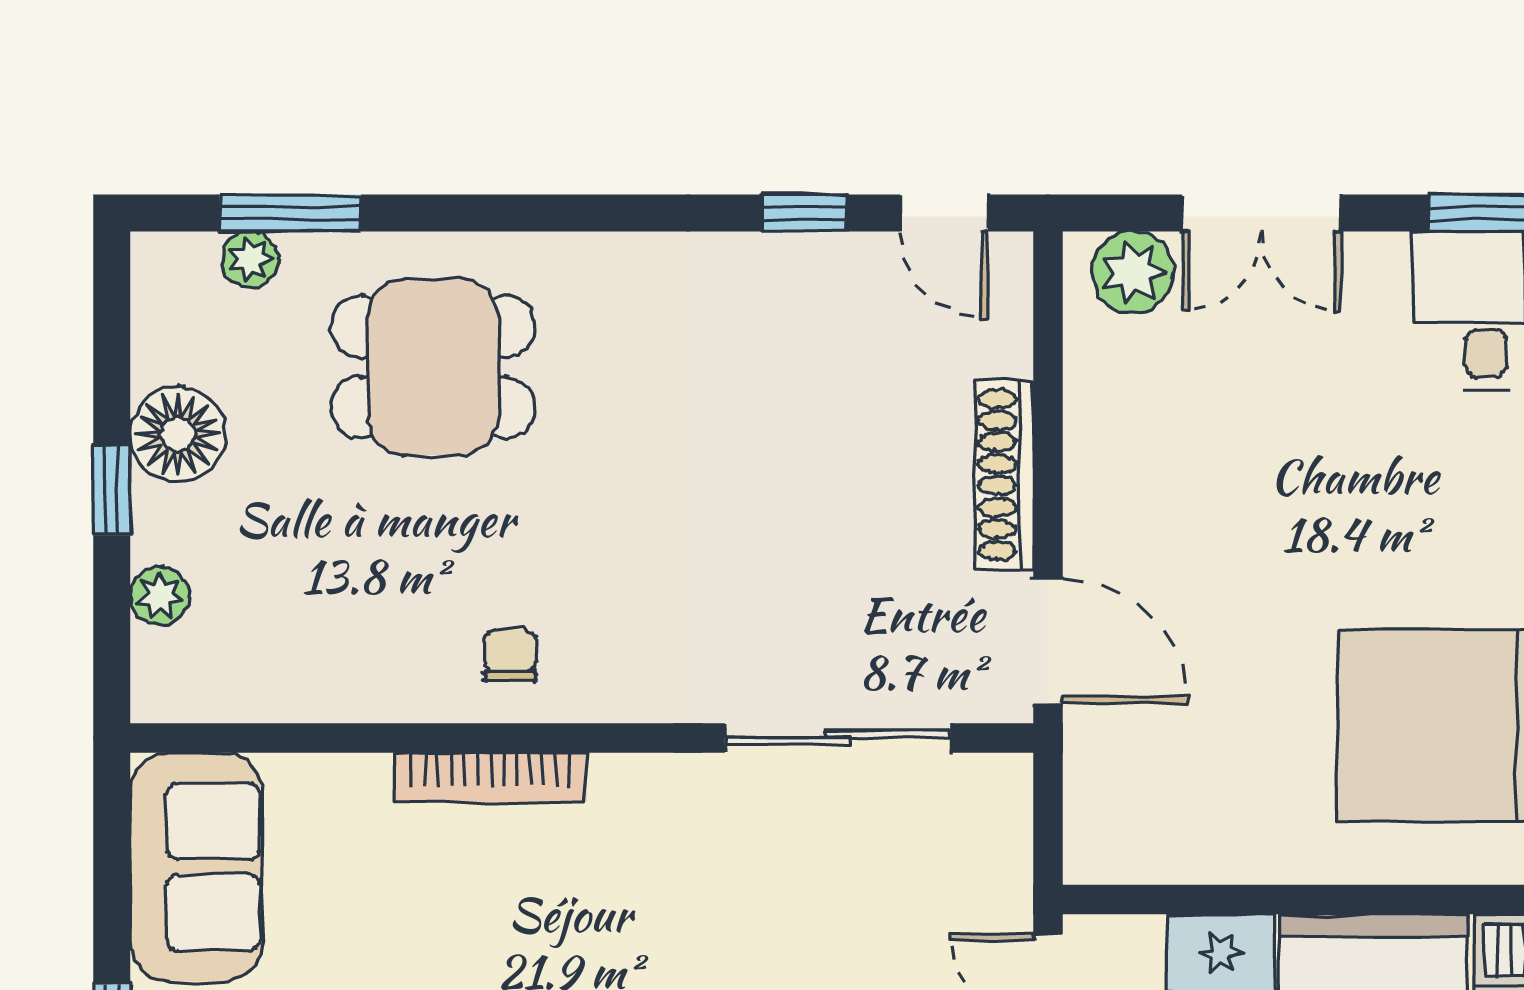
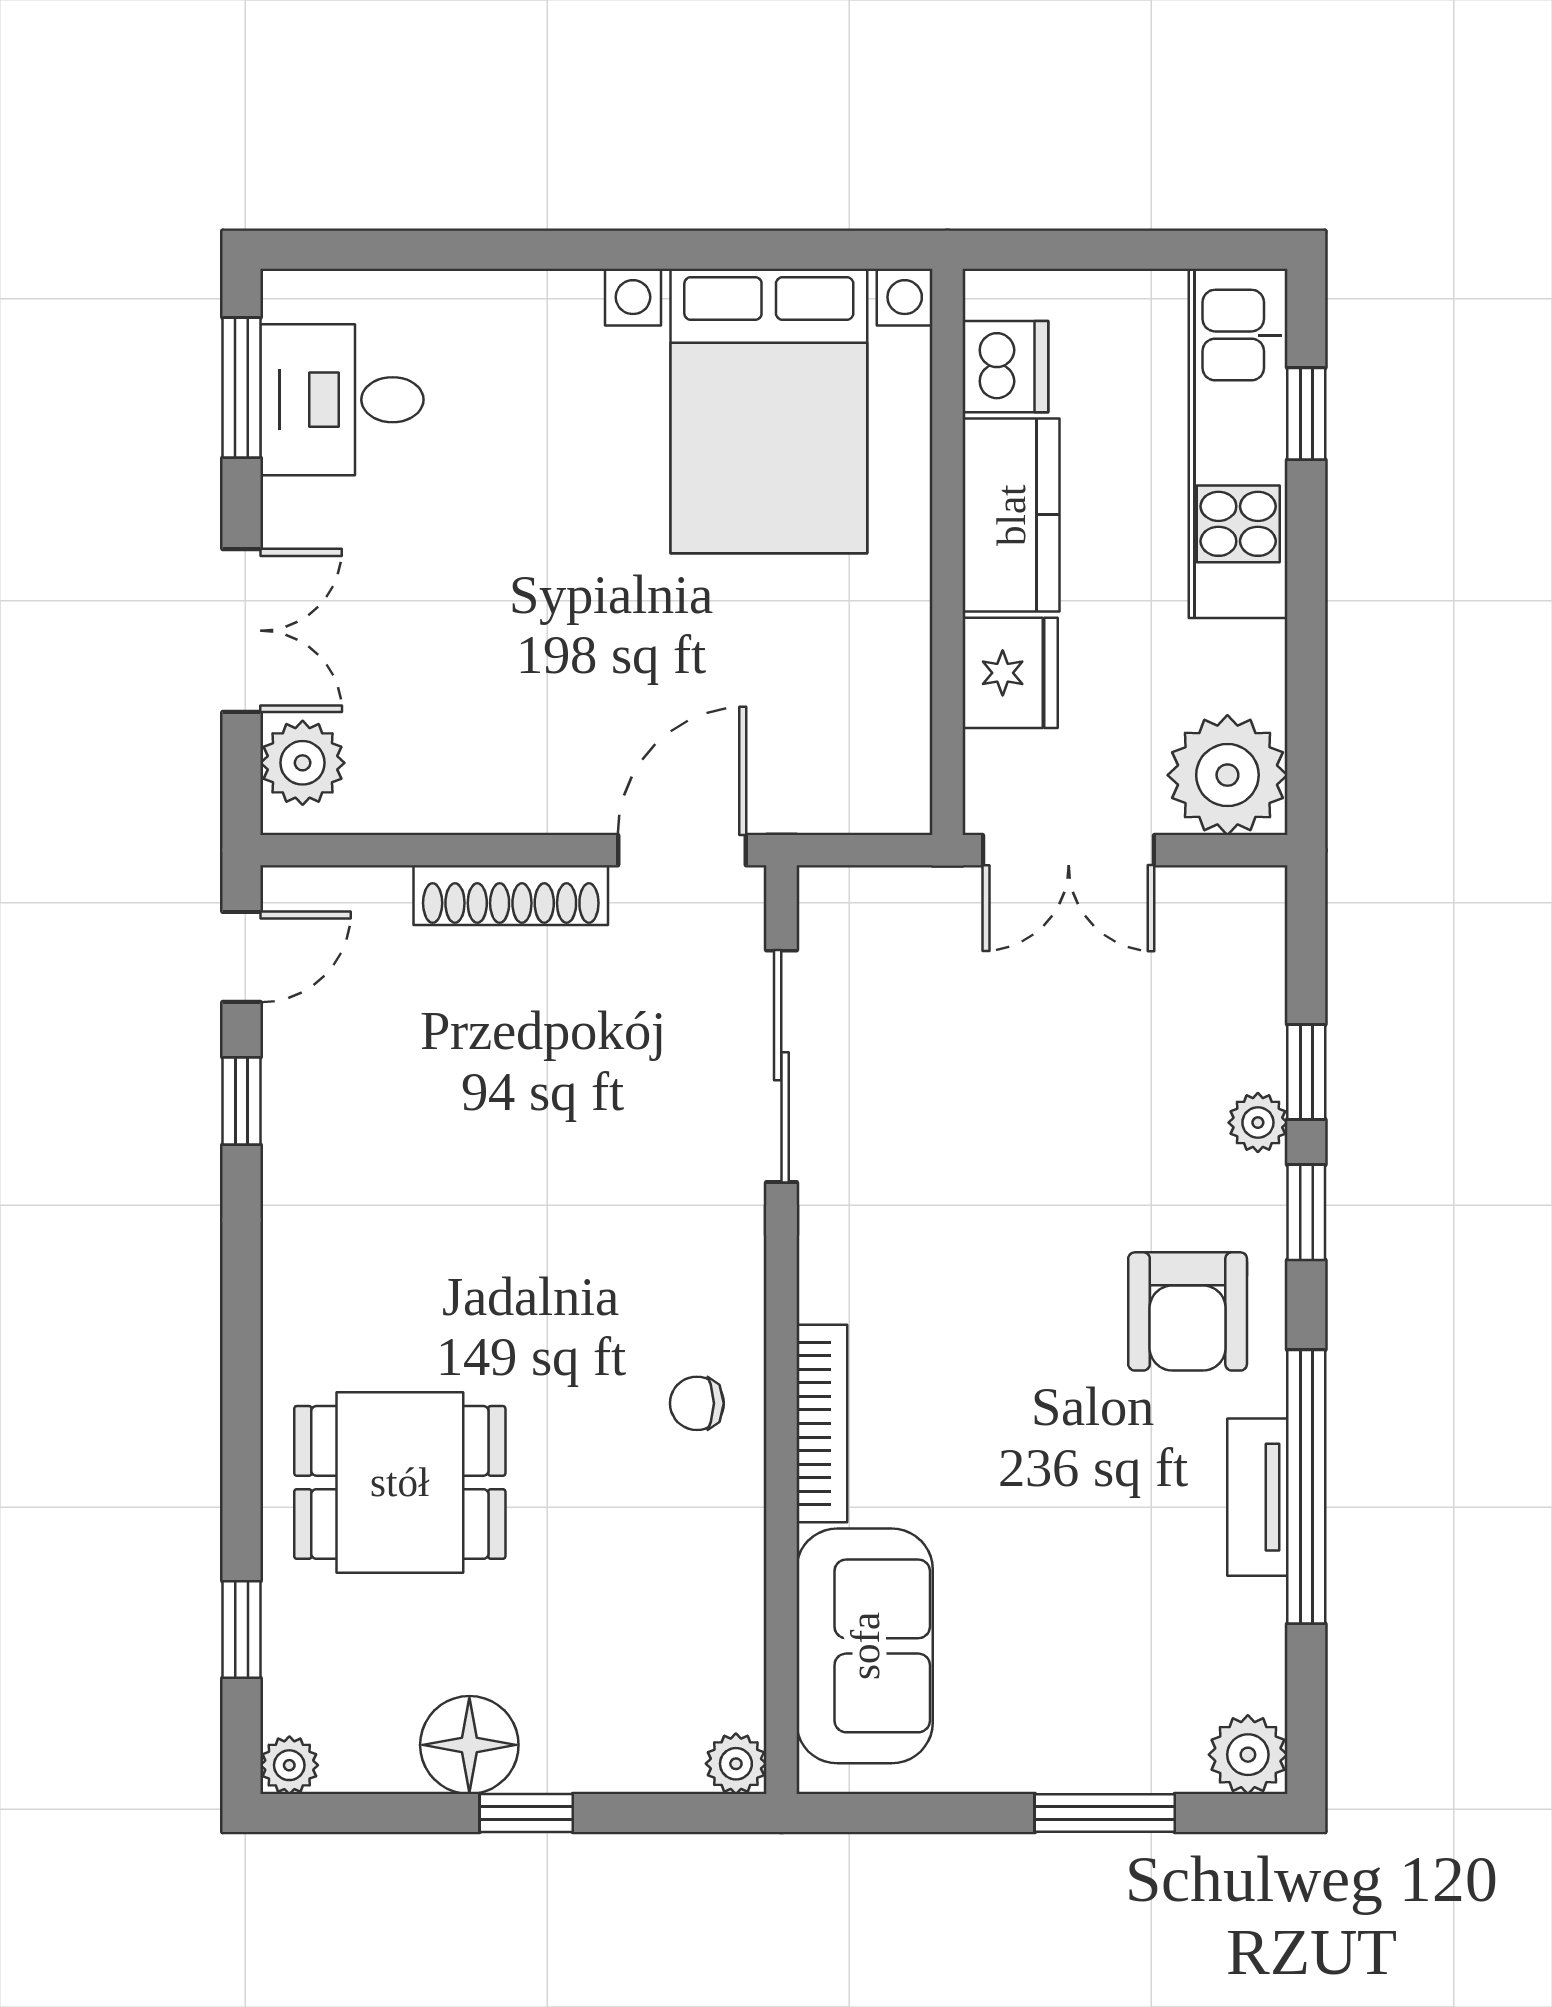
window: (290, 213) -> (241, 1629), width x0.67
plant: (250, 259) -> (289, 1765), moved
dining table: (433, 367) -> (400, 1482), turned 90
plant: (160, 596) -> (736, 1764), moved
sofa: (196, 867) -> (865, 1646), moved, turned 90

